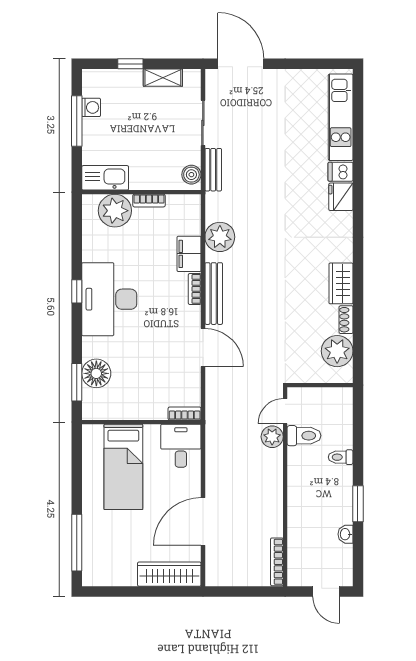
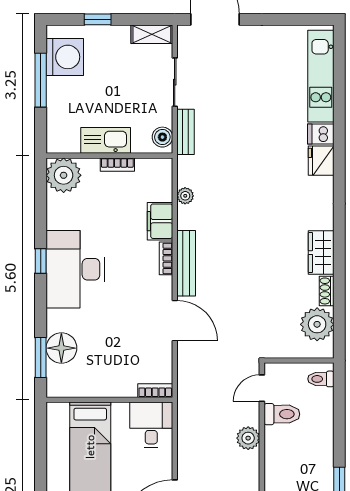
shelving: (163, 78) -> (152, 34), moved
washing machine: (91, 107) -> (65, 57), width x1.89, depth x1.89
kitchen sink: (105, 178) -> (106, 140), moved
plant: (115, 211) -> (64, 175), moved
plant: (220, 237) -> (185, 196), width x0.53, depth x0.53
plant: (272, 437) -> (248, 438), moved
toilet: (341, 457) -> (321, 379), moved

